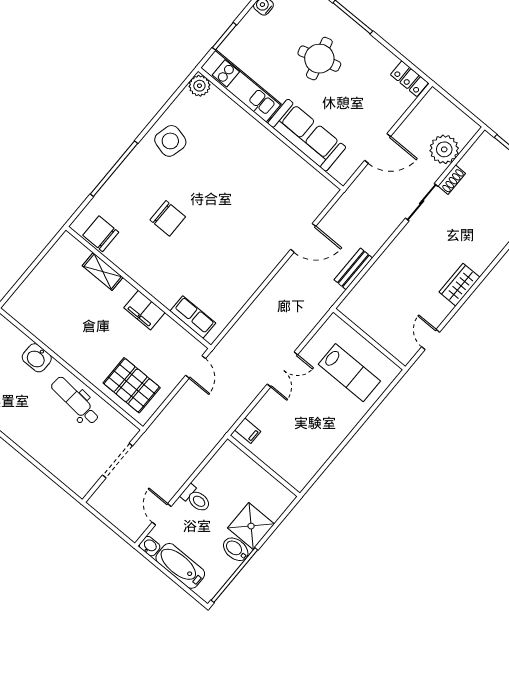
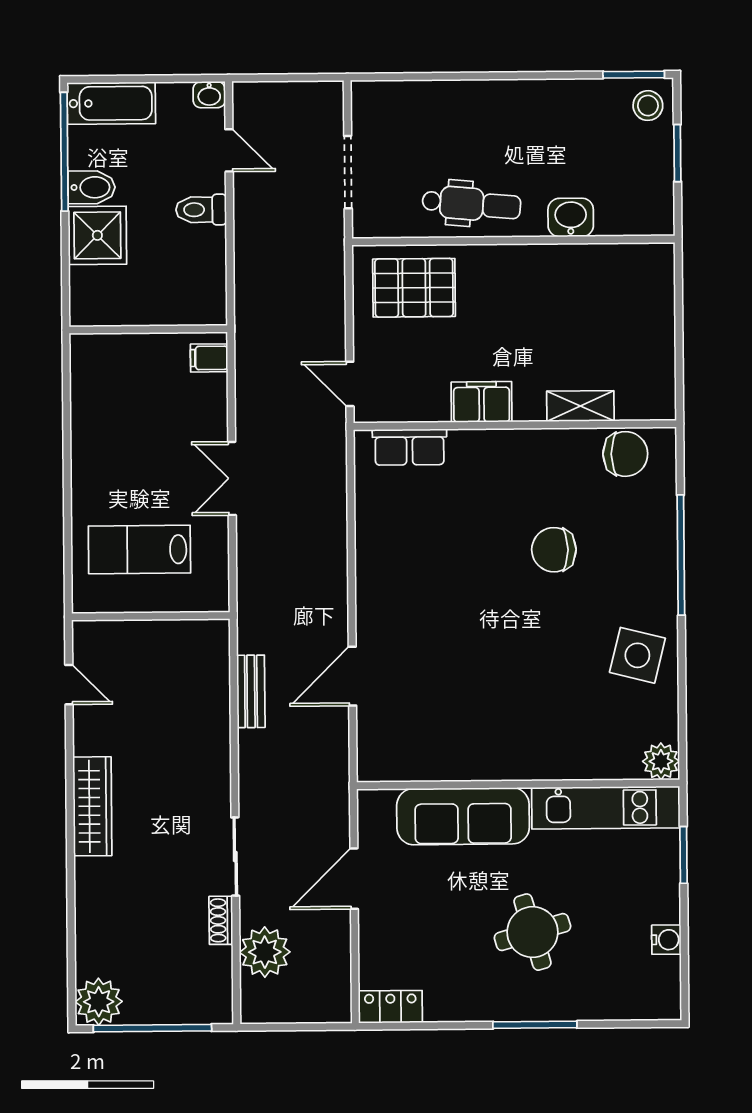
wardrobe: (460, 285) -> (92, 806), width x1.50
bathtub: (180, 566) -> (111, 103), moved

